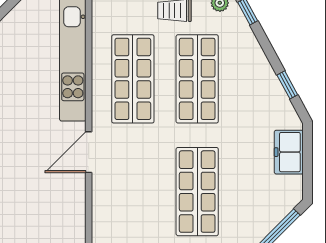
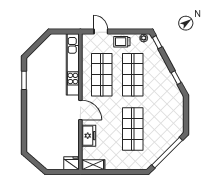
door: (89, 152) -> (80, 110), swing flipped
freezer: (289, 152) -> (89, 136), moved, turned 180

